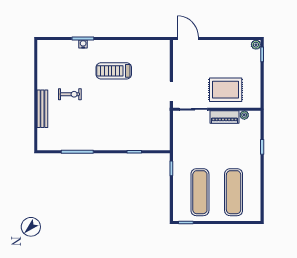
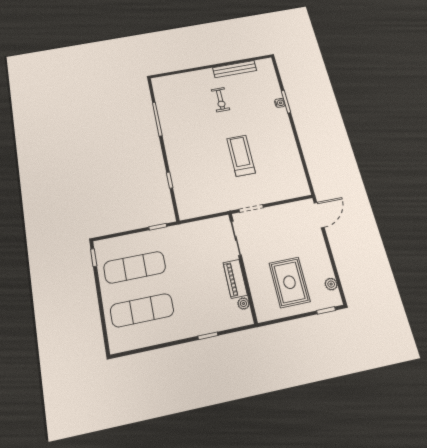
plant: (256, 45) -> (331, 284), moved
treadmill: (114, 71) -> (241, 156), moved
rug: (226, 90) -> (289, 282), moved
bench: (42, 109) -> (235, 69), moved

